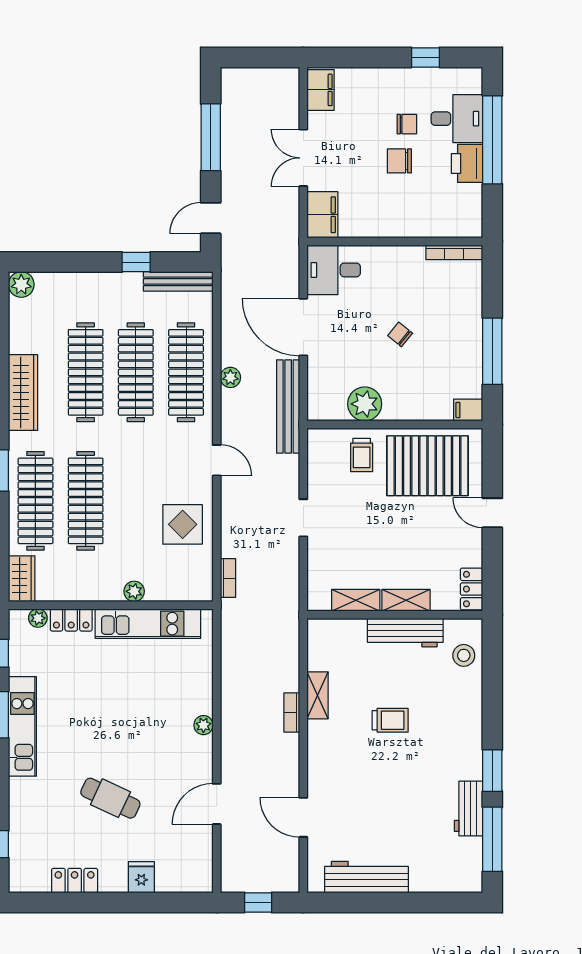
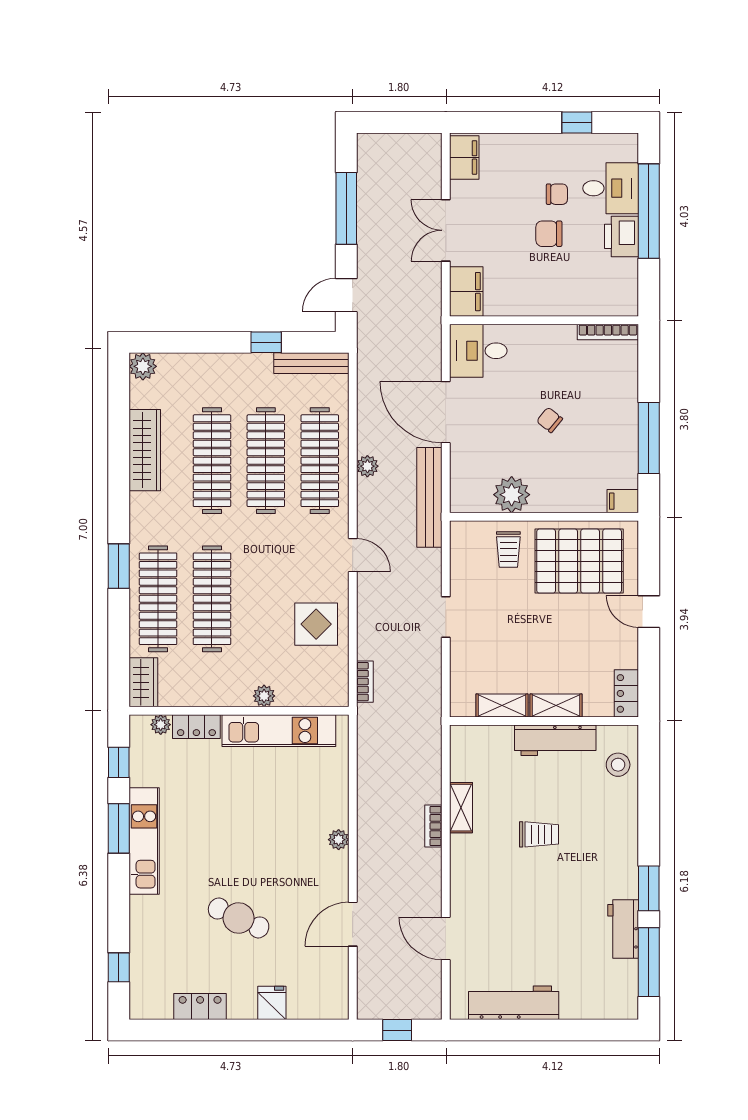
wardrobe: (23, 393) -> (145, 450), moved

